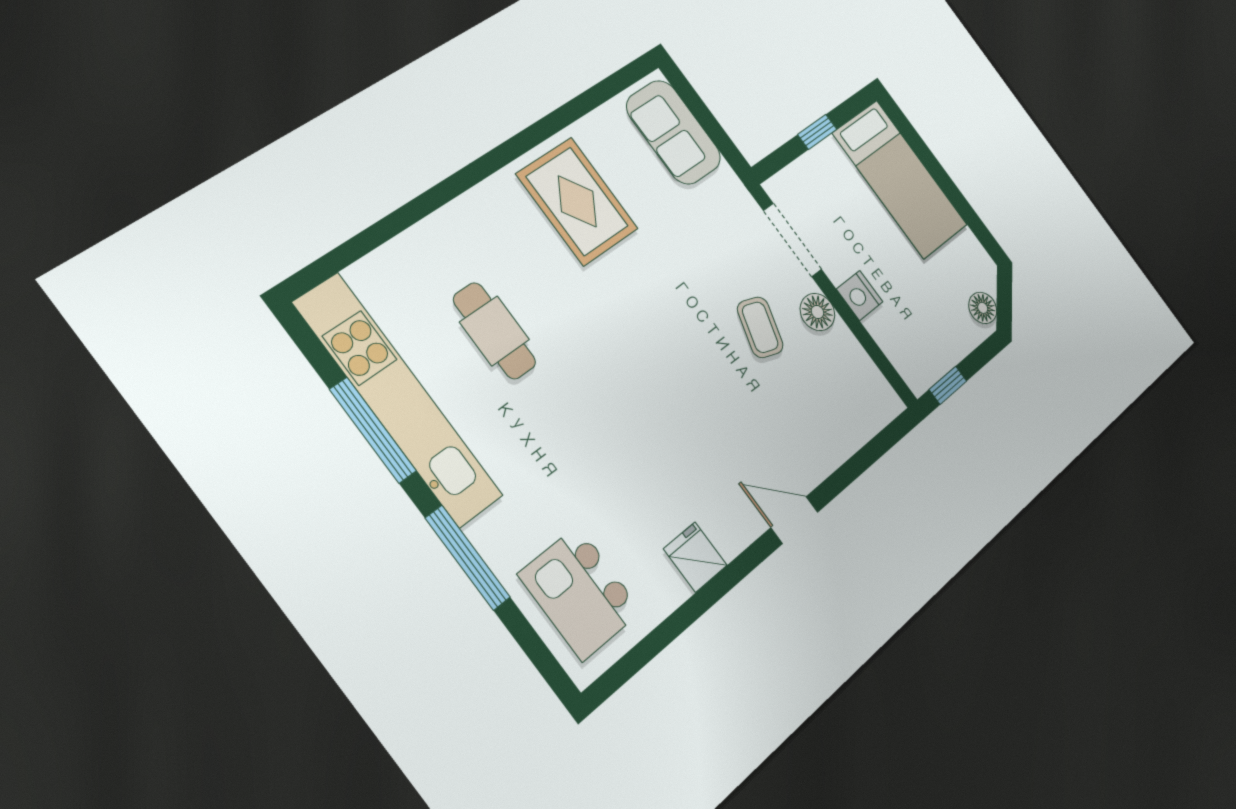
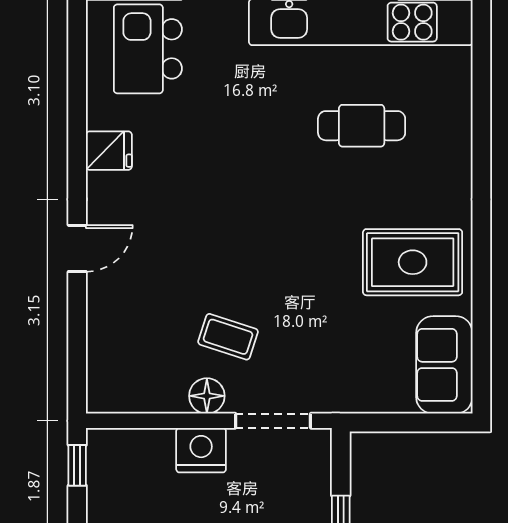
sofa: (674, 132) -> (444, 365), moved, turned -90
nightstand: (860, 295) -> (201, 450), width x1.36, depth x1.33
kitchen island: (580, 593) -> (148, 49), turned -90

